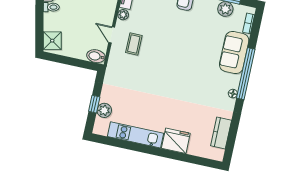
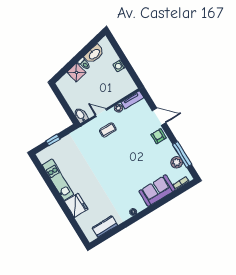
door: (112, 35) -> (101, 113), hinge flipped
shower: (52, 41) -> (76, 72), moved
window: (246, 74) -> (151, 208), removed
plant: (104, 110) -> (55, 149), removed

